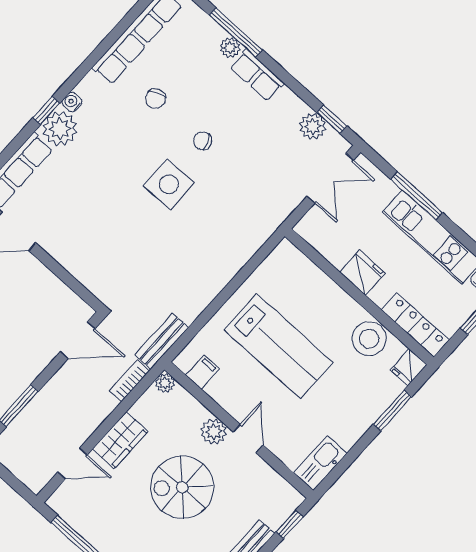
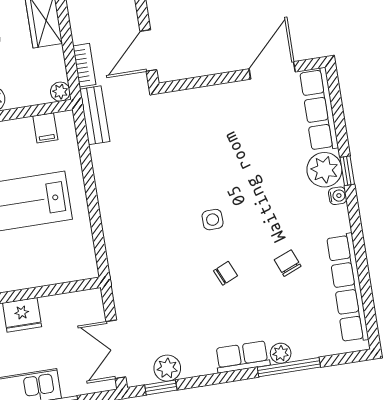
side table: (169, 184) -> (213, 220), width x0.54, depth x0.54

